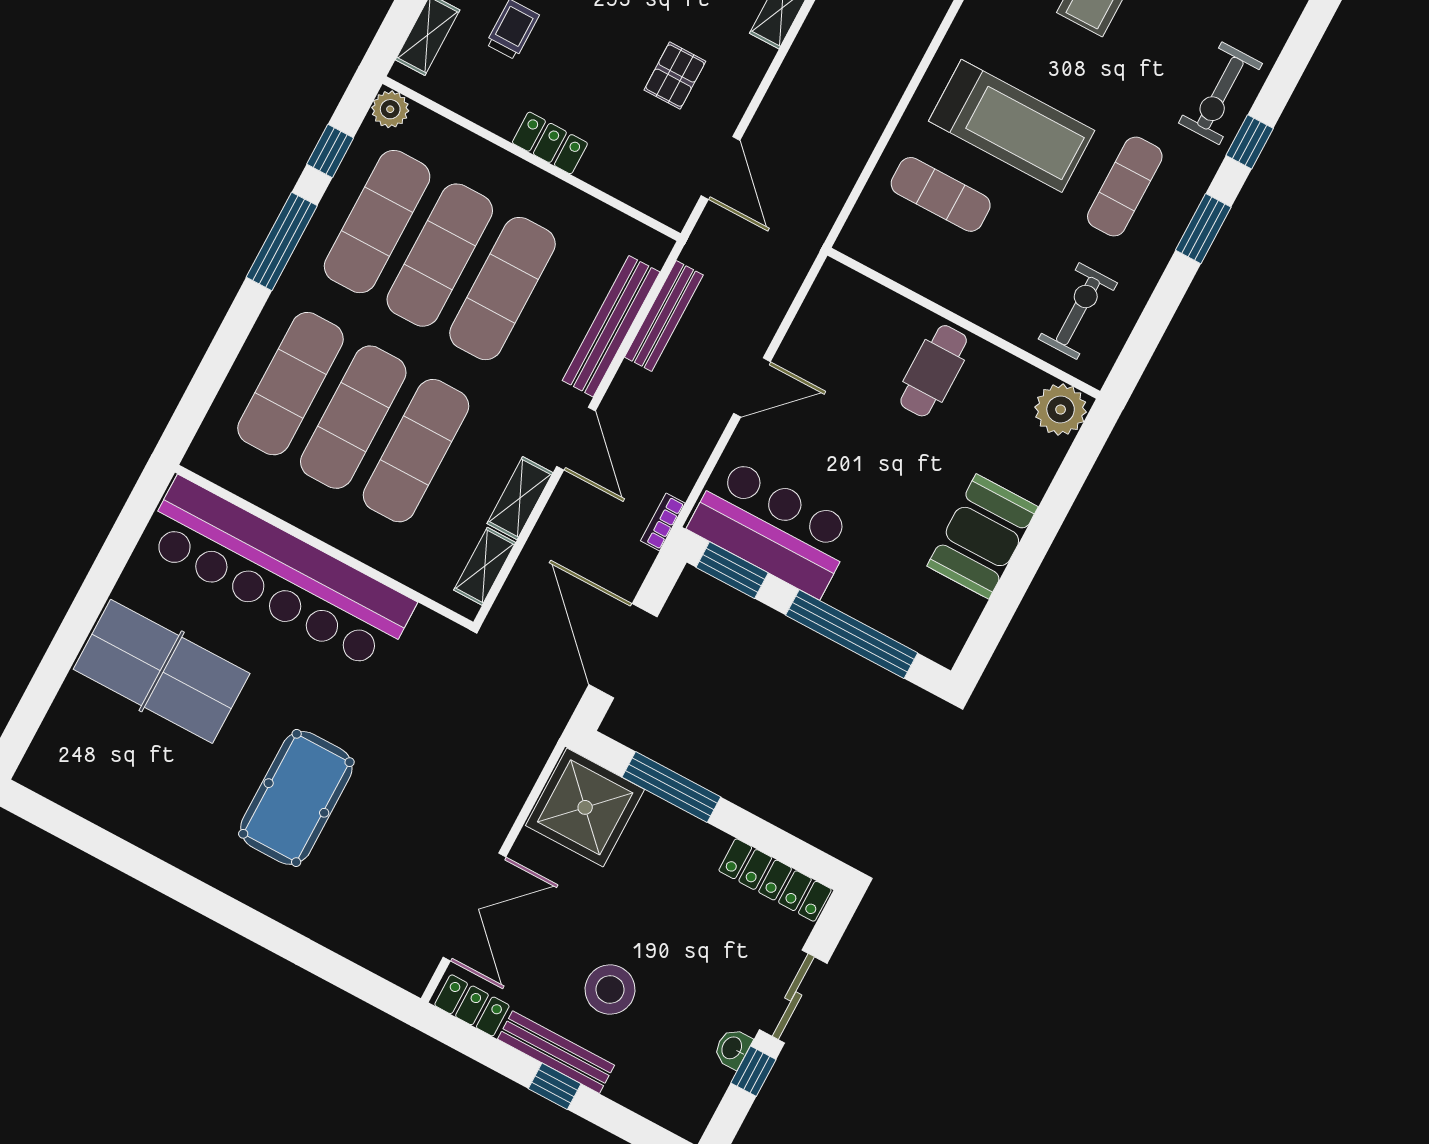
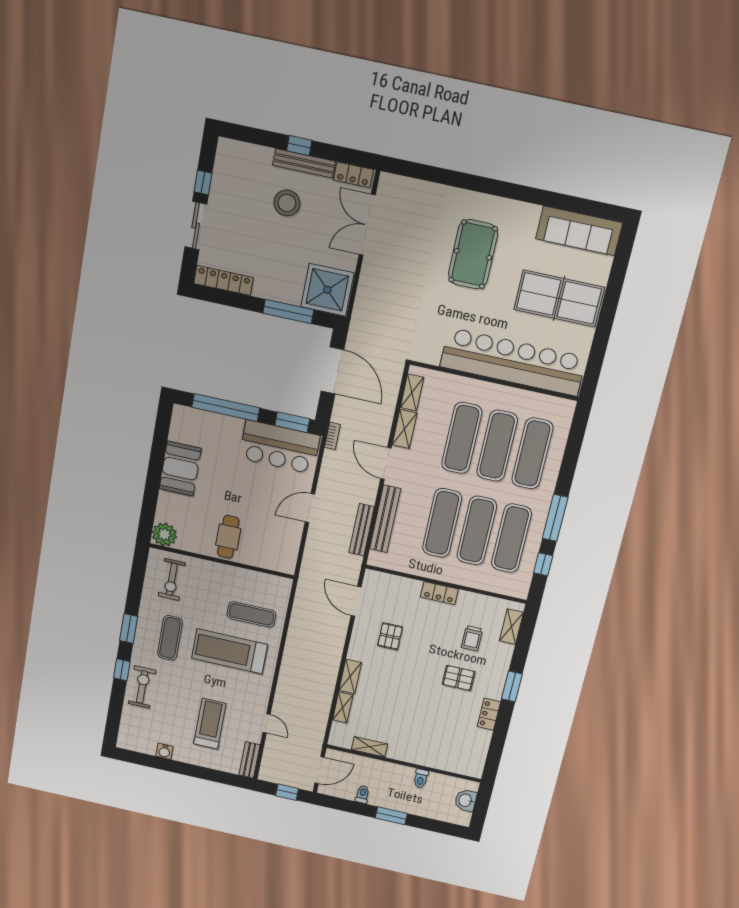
plant: (390, 109) -> (520, 590), removed
sofa: (93, 787) -> (579, 231), added
washbasin: (732, 1048) -> (217, 191), removed

